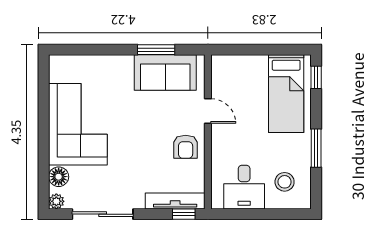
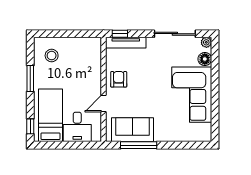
window: (156, 50) -> (139, 145), width x1.44
door: (208, 111) -> (104, 104), hinge flipped
desk: (244, 187) -> (77, 127), moved, turned 180

